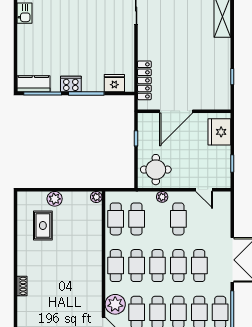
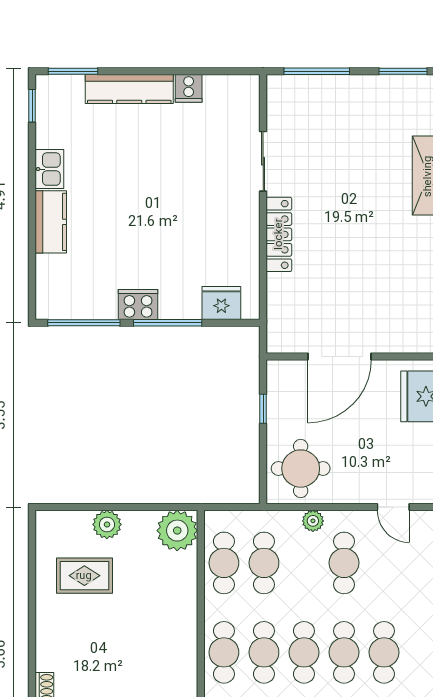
locker: (144, 80) -> (279, 234), moved
kitchen counter: (33, 84) -> (51, 222), moved, turned 90
plant: (96, 197) -> (177, 531), width x1.88, depth x1.88
rug: (43, 226) -> (84, 576), turned 90

